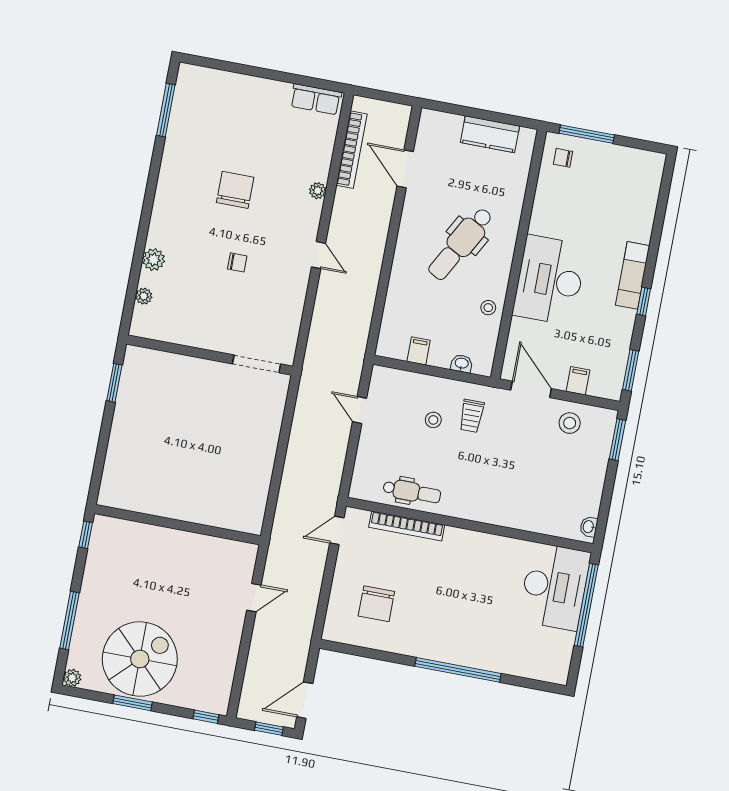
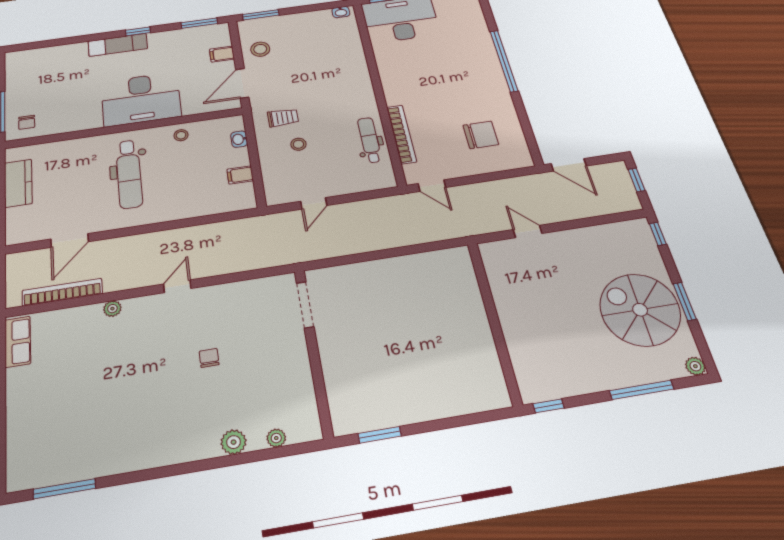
chair: (235, 190) -> (134, 386), removed
dental chair: (461, 244) -> (129, 174), turned 61
door: (305, 700) -> (569, 165), moved

